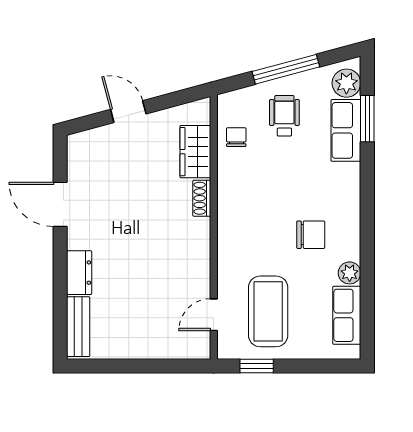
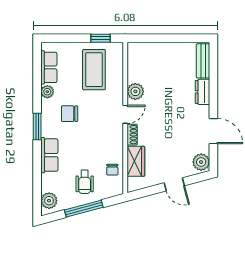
window: (367, 119) -> (37, 127), moved
row of seats: (346, 130) -> (49, 155), moved
plant: (82, 150) -> (201, 162), added
plant: (196, 273) -> (135, 91), added
door: (214, 315) -> (125, 114), moved

